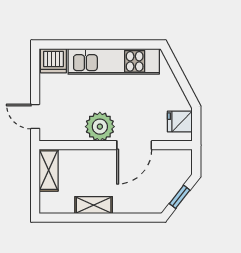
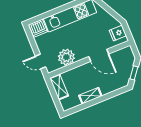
plant: (100, 127) -> (66, 57), moved
door: (134, 145) -> (99, 55), hinge flipped

